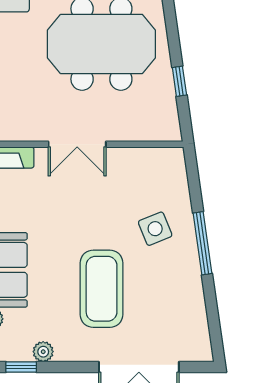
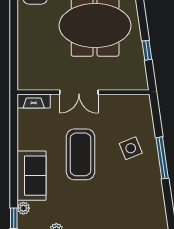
coffee table: (102, 289) -> (80, 154), moved

